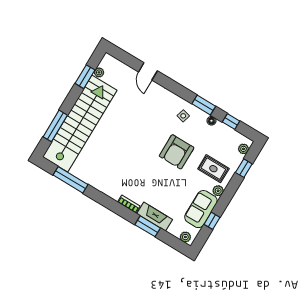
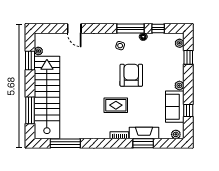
window: (204, 105) -> (130, 28), width x1.44
armchair: (177, 152) -> (131, 75), turned 180
rug: (213, 169) -> (116, 105), moved

